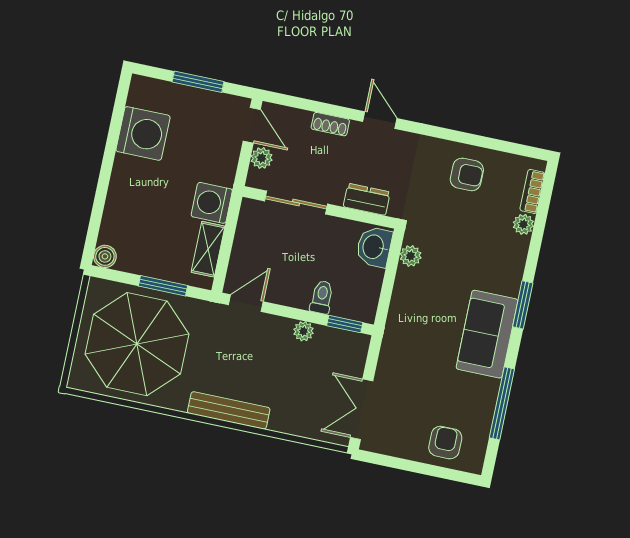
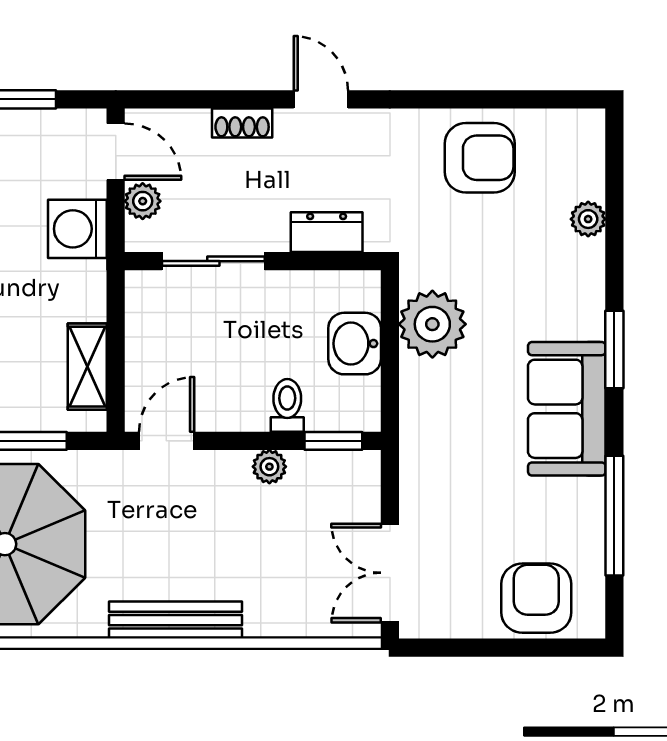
armchair: (467, 174) -> (480, 158), width x1.38, depth x1.38
bookcase: (532, 191) -> (591, 163), removed
washing machine: (212, 203) -> (77, 229), moved
washbasin: (374, 247) -> (355, 344), moved
plant: (411, 256) -> (432, 324), width x1.88, depth x1.88
armchair: (445, 443) -> (536, 598), width x1.38, depth x1.38

